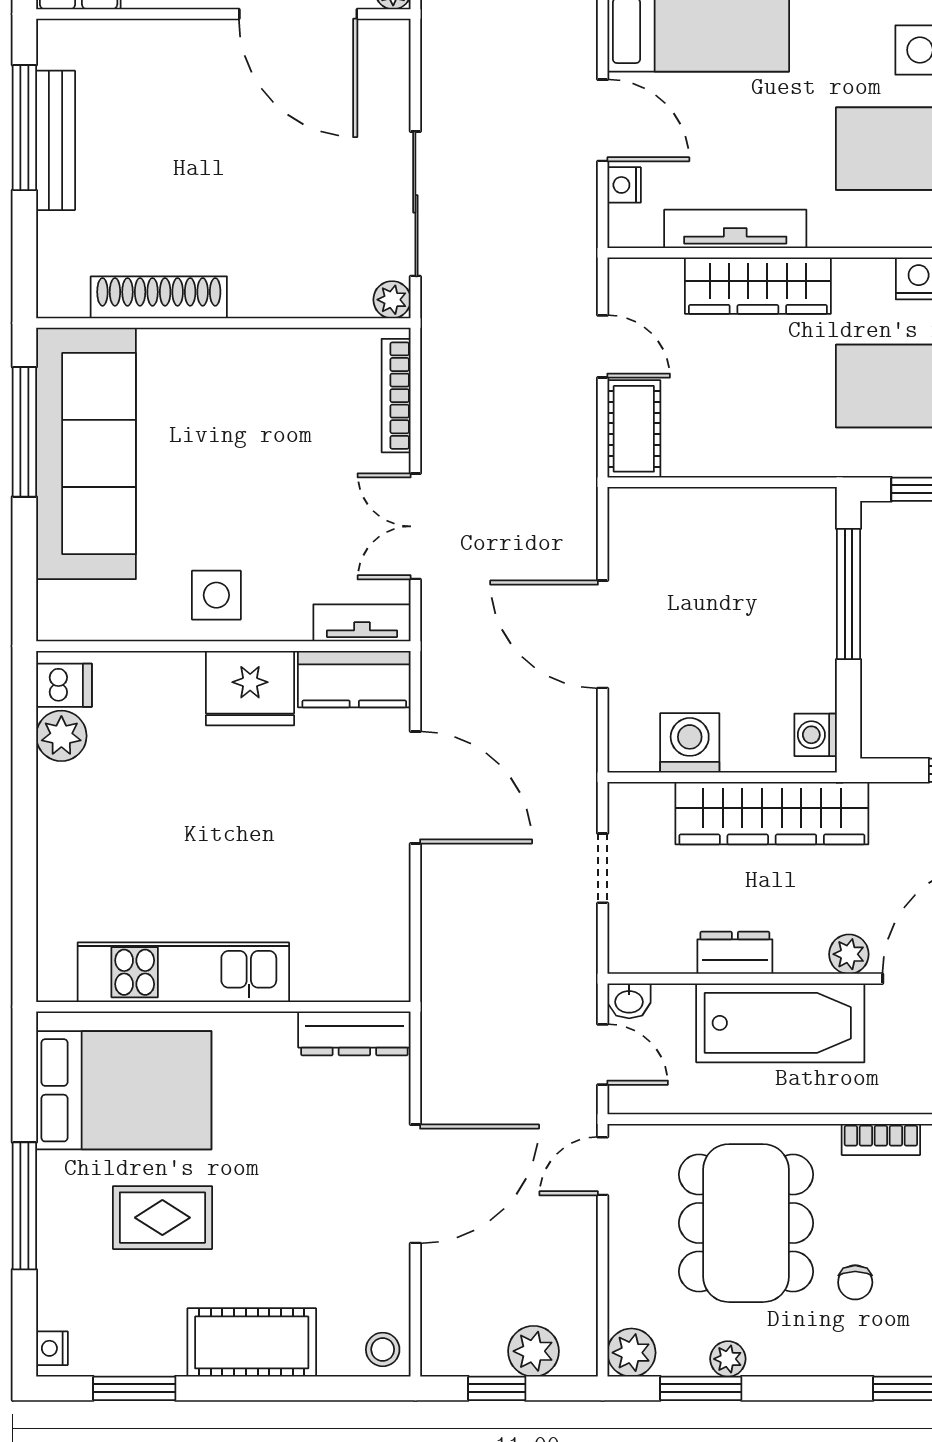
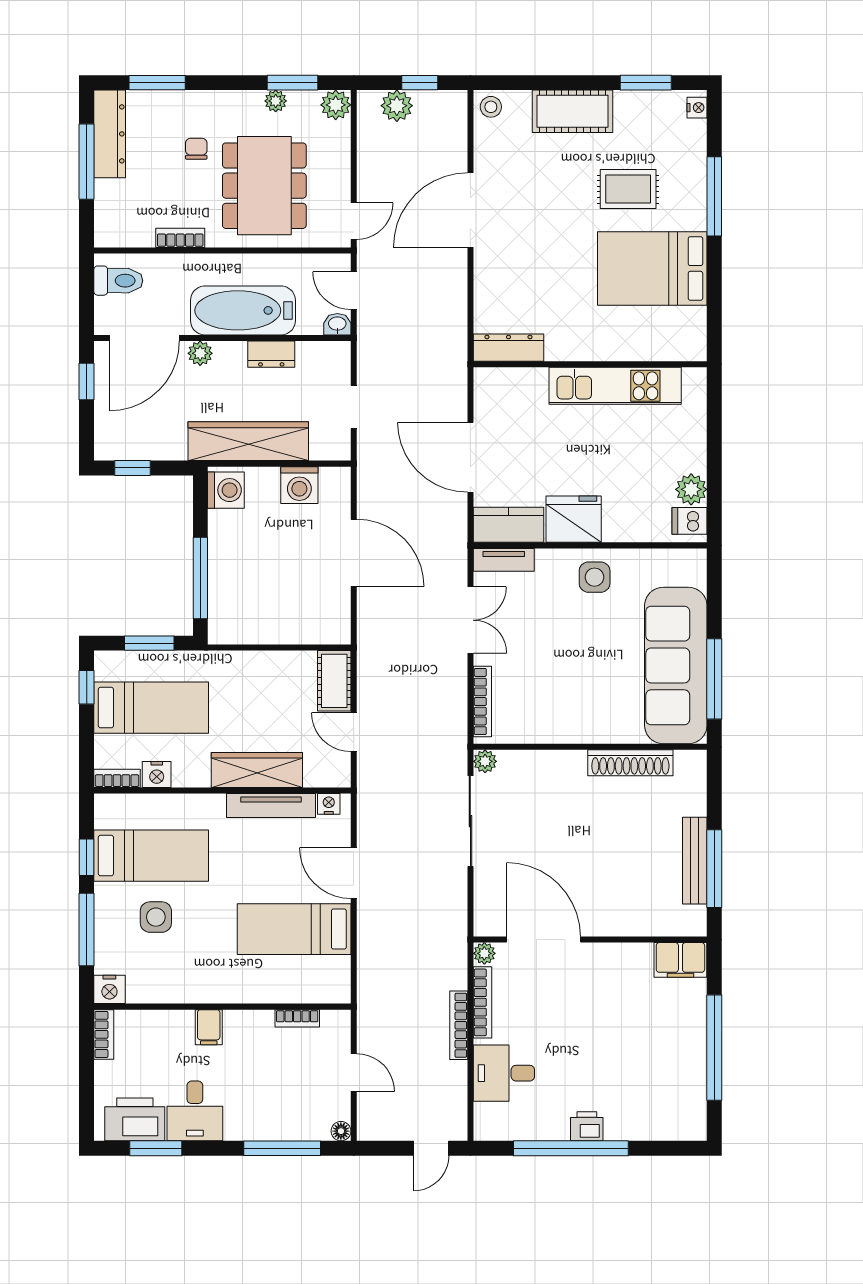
nightstand: (624, 185) -> (329, 804), moved, turned -90
washing machine: (816, 735) -> (226, 490), width x1.38, depth x1.38
kitchen unit: (183, 972) -> (615, 386), moved
wall: (223, 1007) -> (590, 364), moved
dresser: (354, 1033) -> (508, 348), moved

